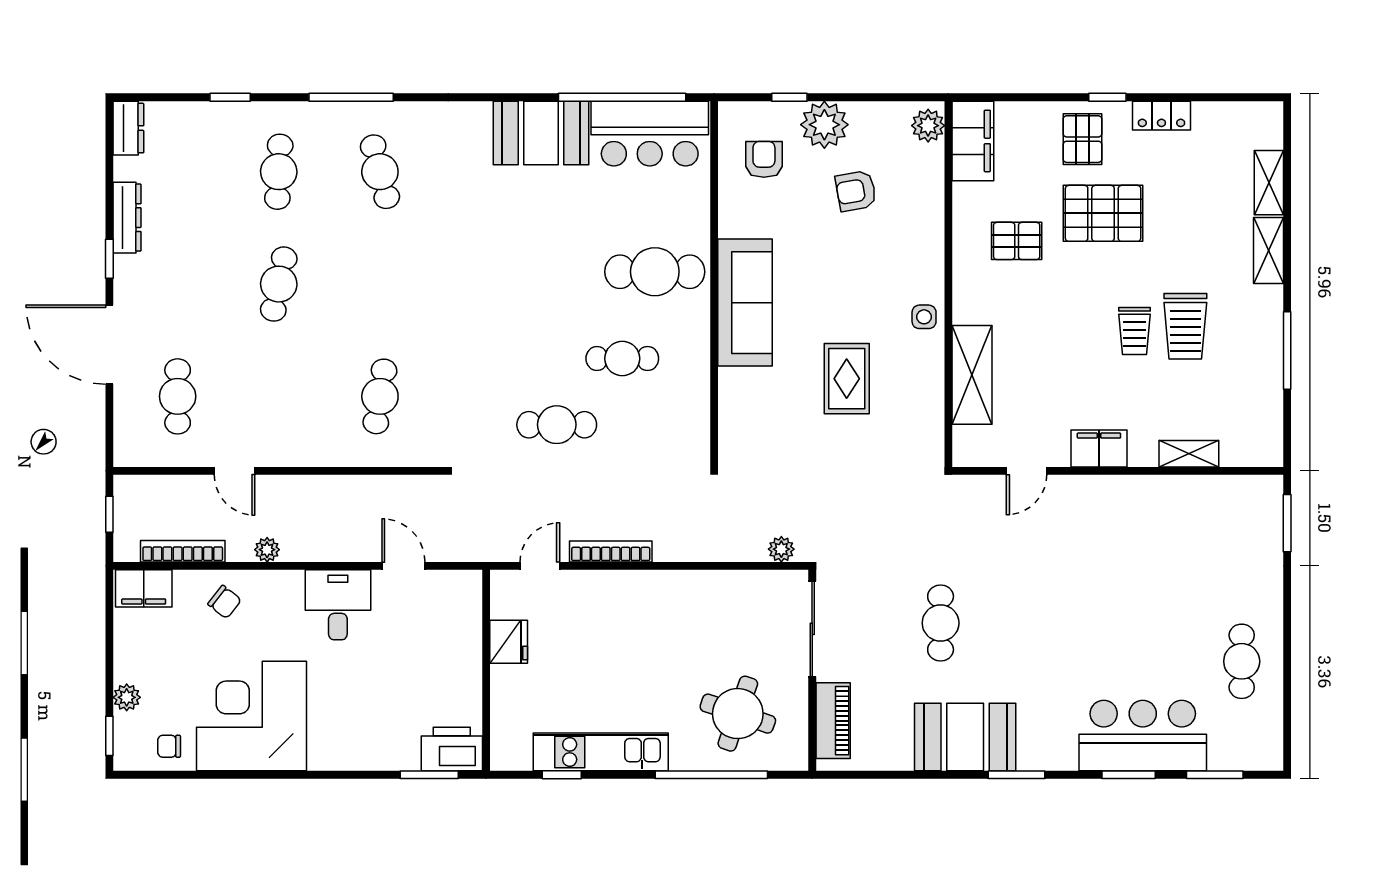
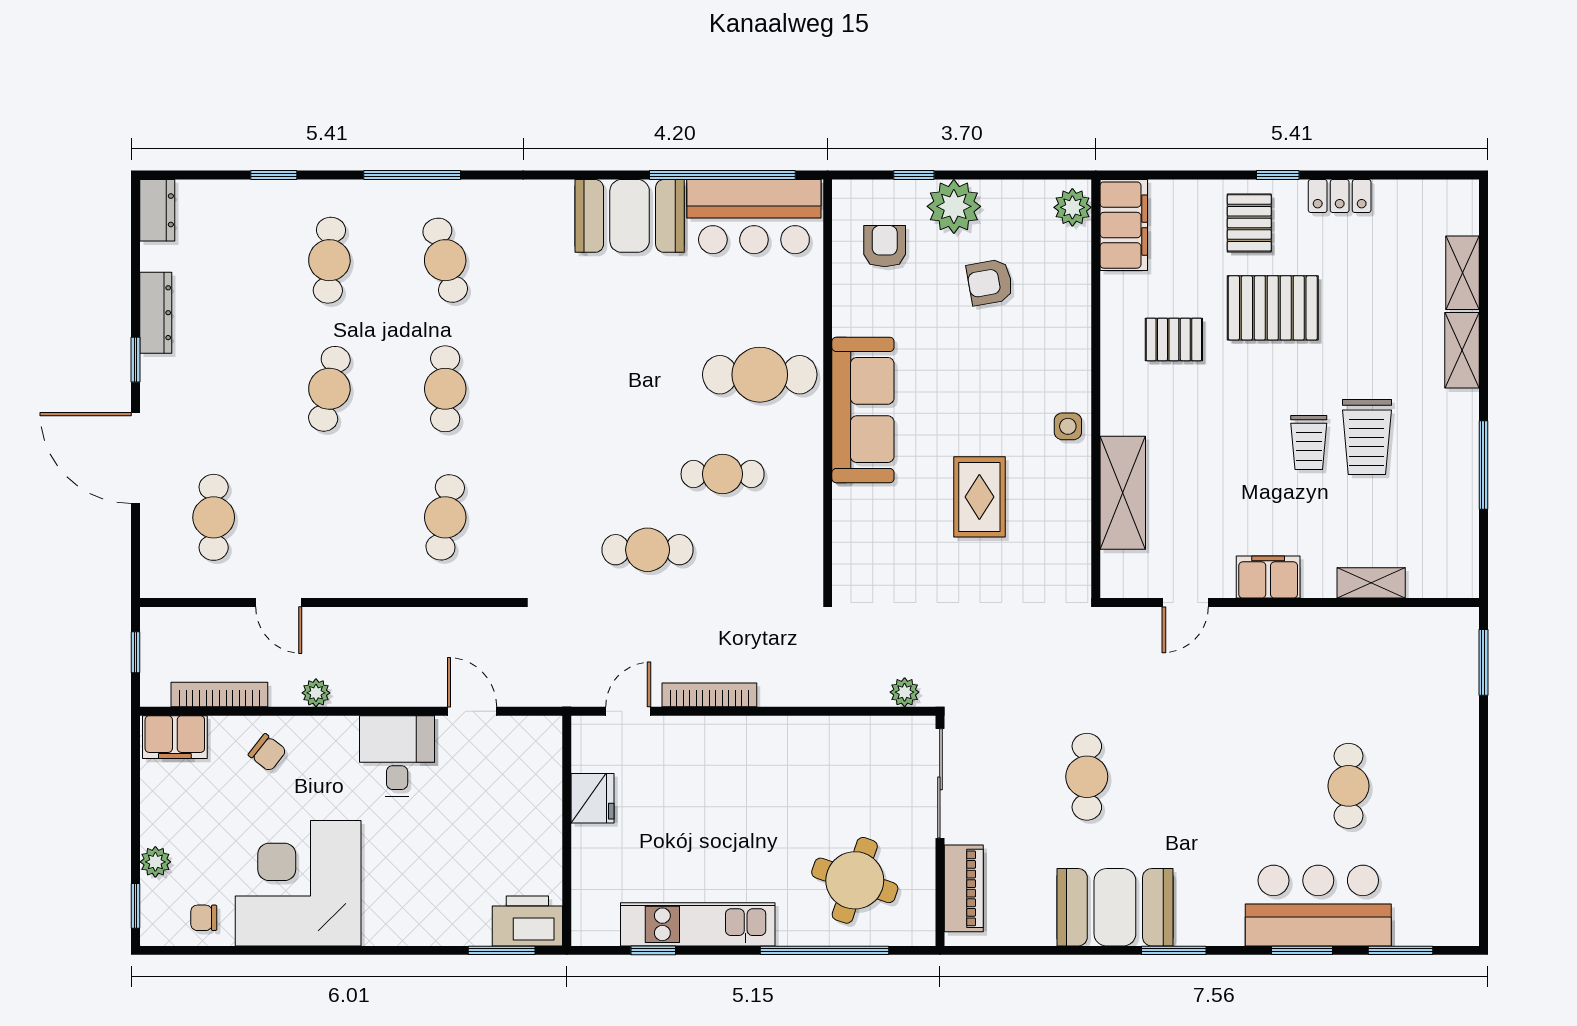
cafe table: (380, 284) -> (445, 389), added
cafe table: (1242, 661) -> (1349, 786), moved

